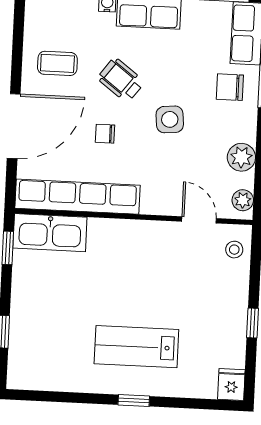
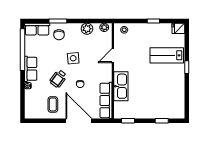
row of seats: (77, 197) -> (106, 100), width x0.73
door: (199, 220) -> (113, 56), moved
kitchen sink: (50, 233) -> (121, 86), moved
lab bench: (136, 347) -> (167, 55), moved, turned 90

